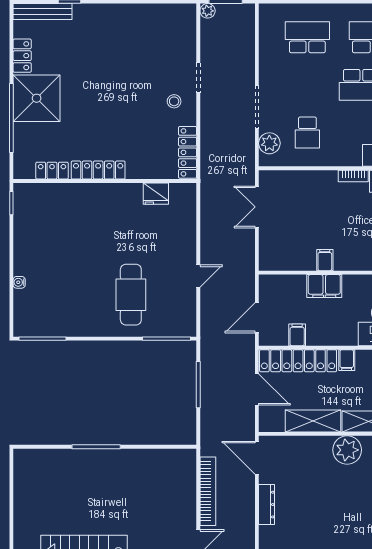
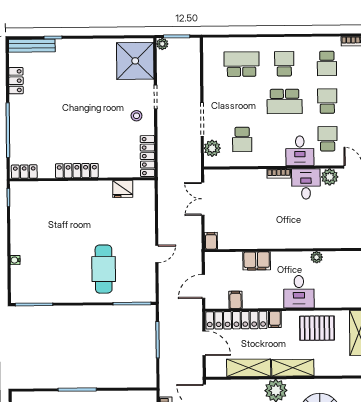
shower: (37, 98) -> (135, 61), moved
locker: (52, 171) -> (24, 172), moved
filing cabinet: (325, 260) -> (211, 241), moved

